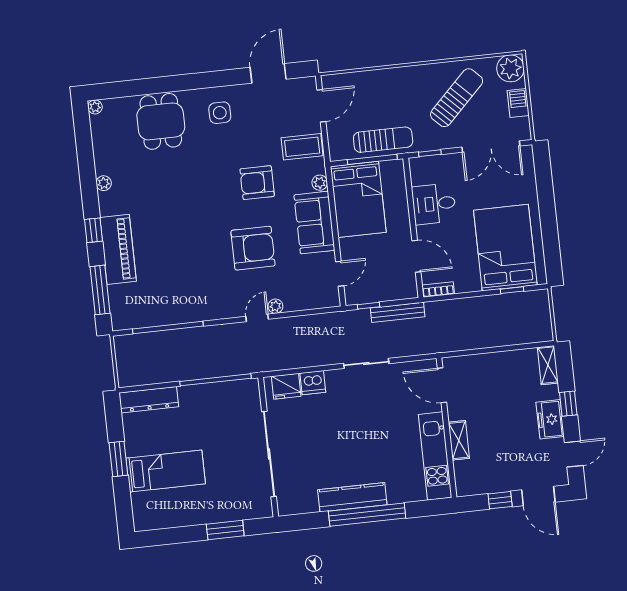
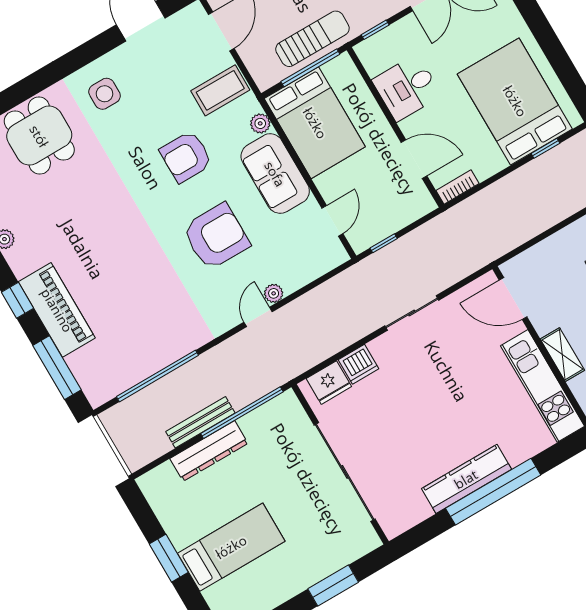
bench: (398, 312) -> (200, 422), moved
dresser: (149, 400) -> (209, 451), moved

